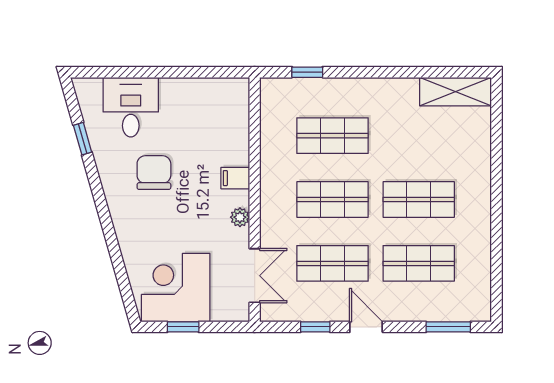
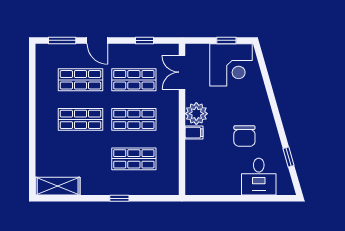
window: (307, 72) -> (119, 198), moved
plant: (240, 217) -> (196, 114), width x1.87, depth x1.87
door: (366, 327) -> (97, 40), moved

